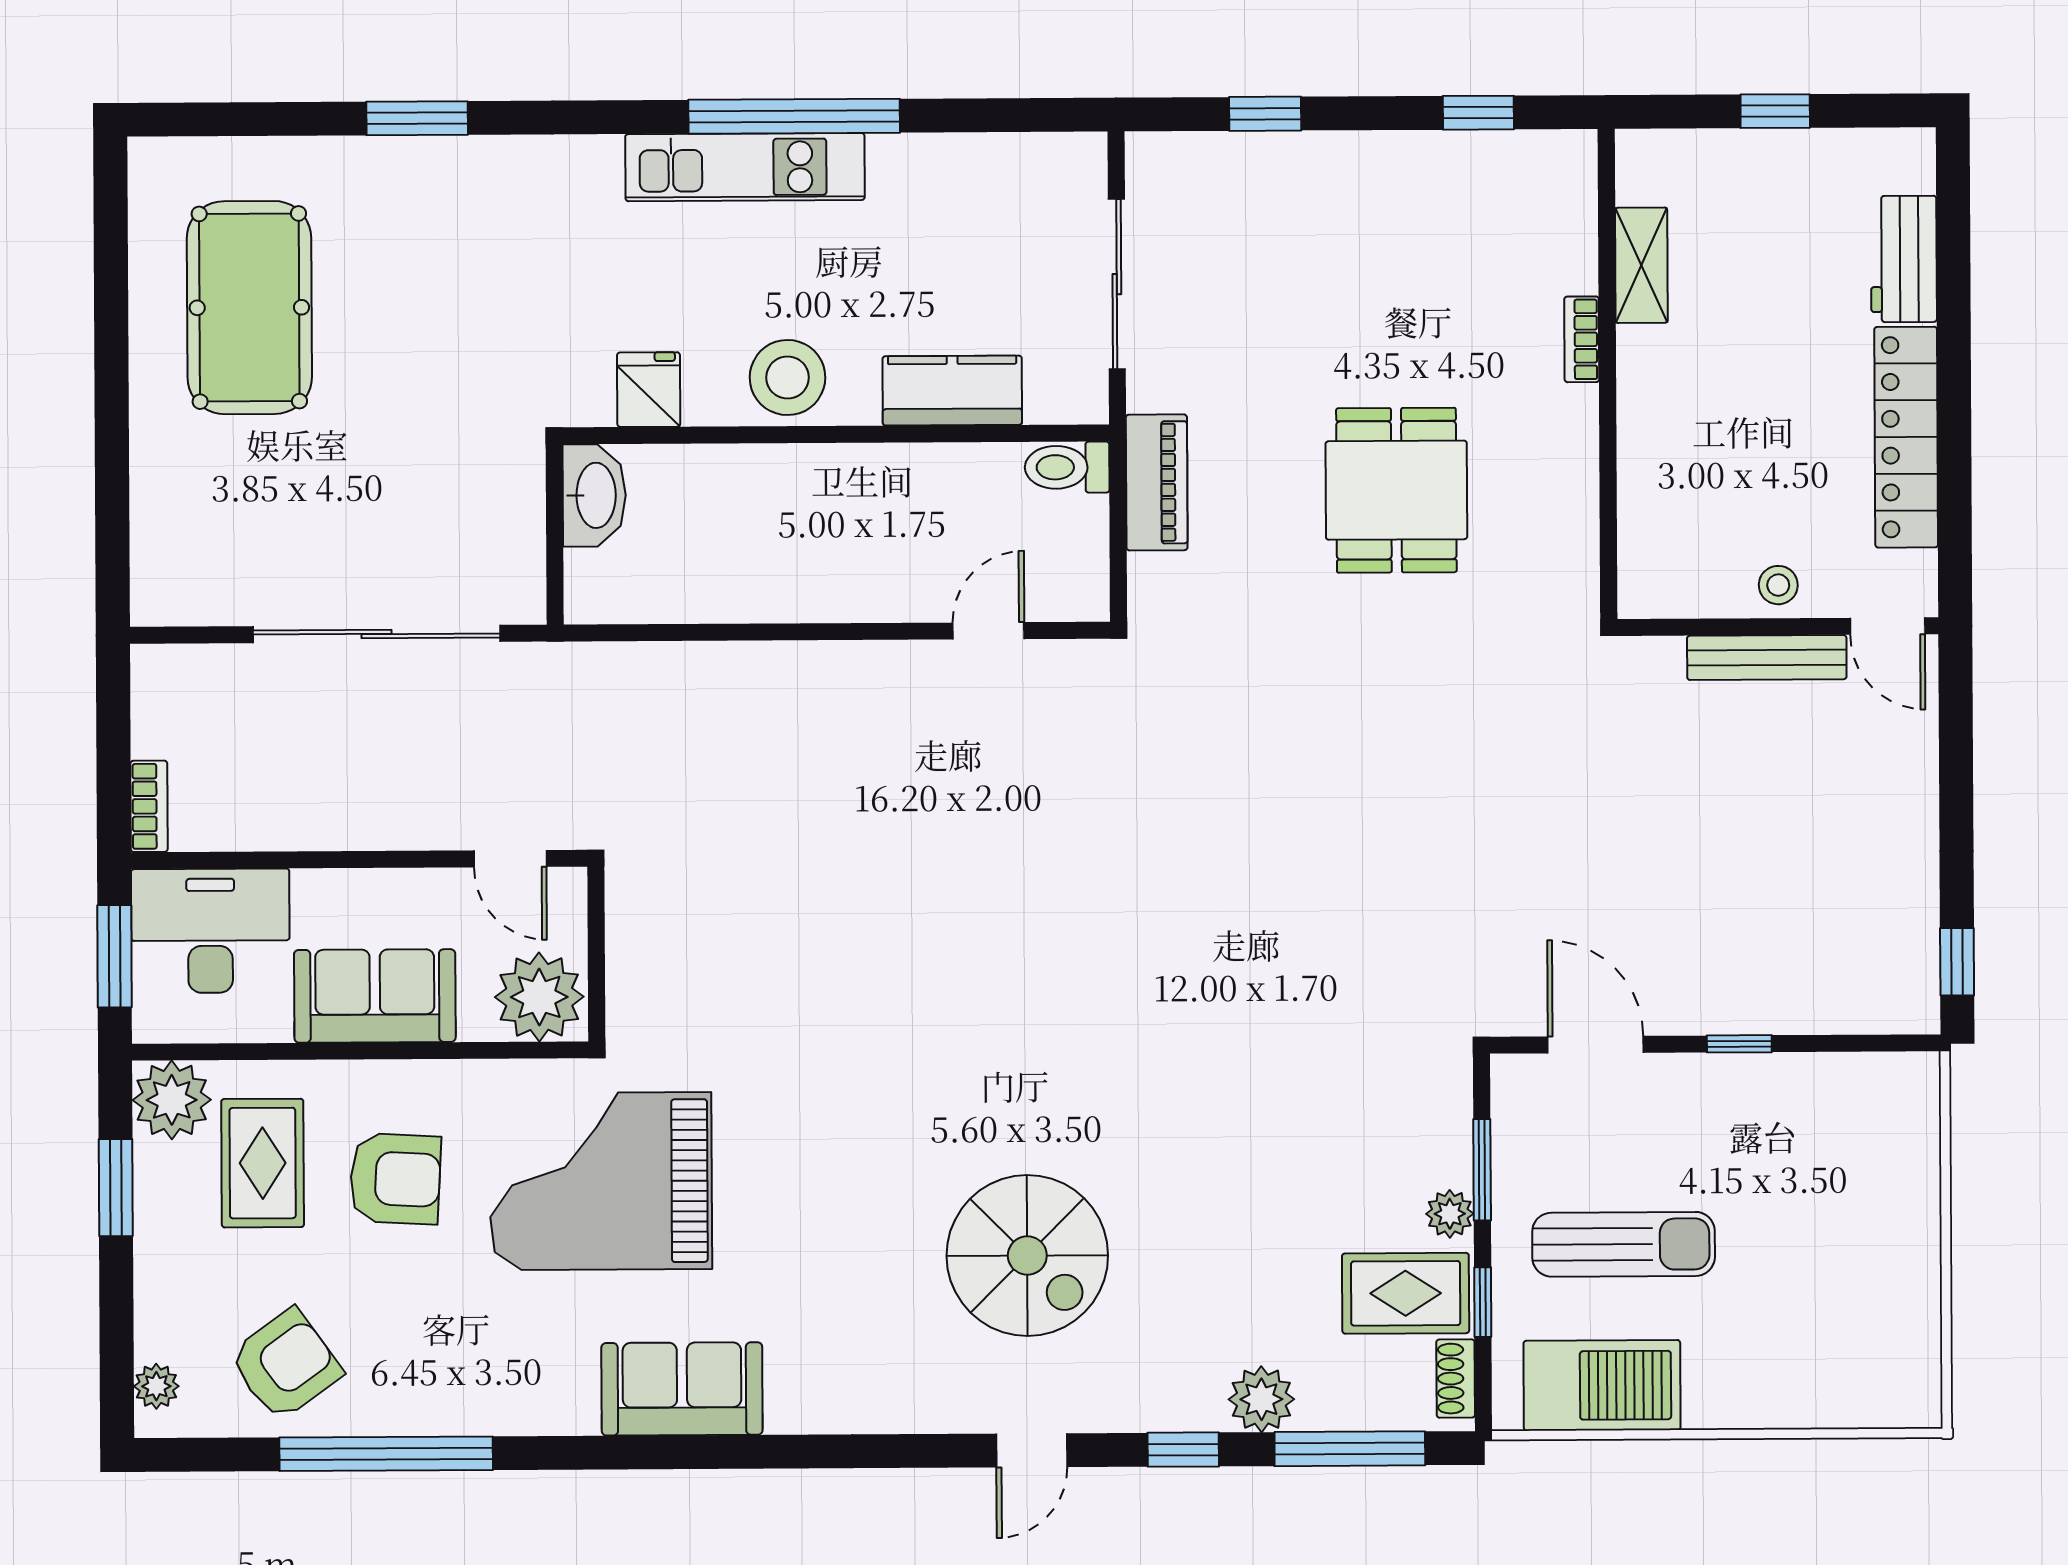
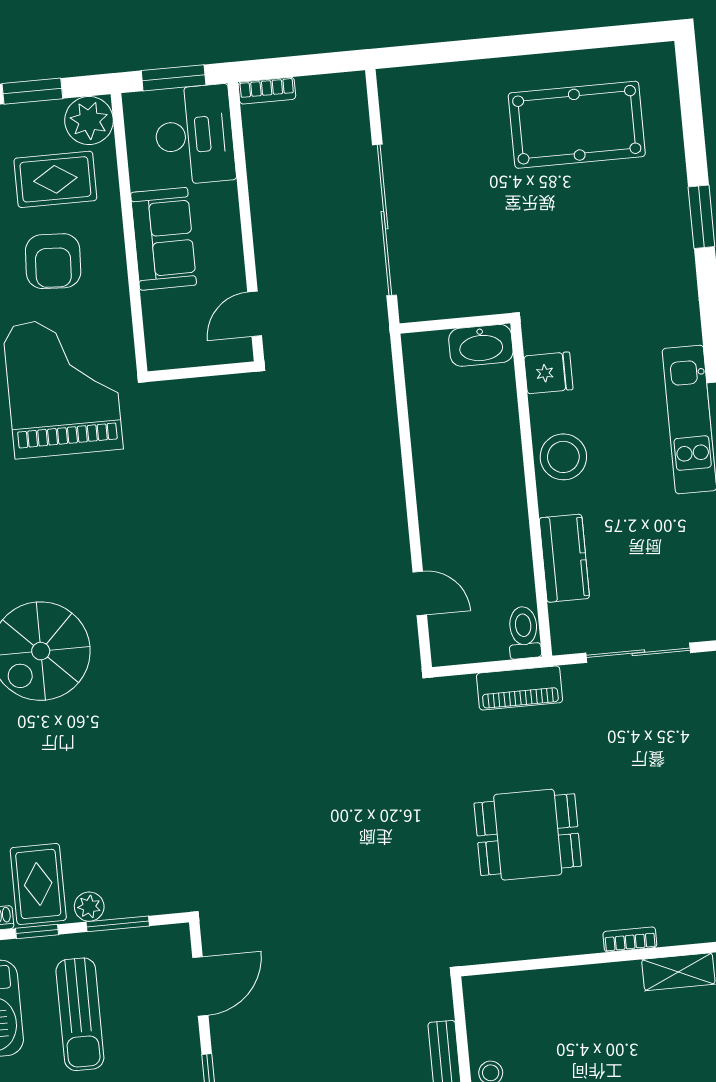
plant: (539, 997) -> (172, 339), removed

